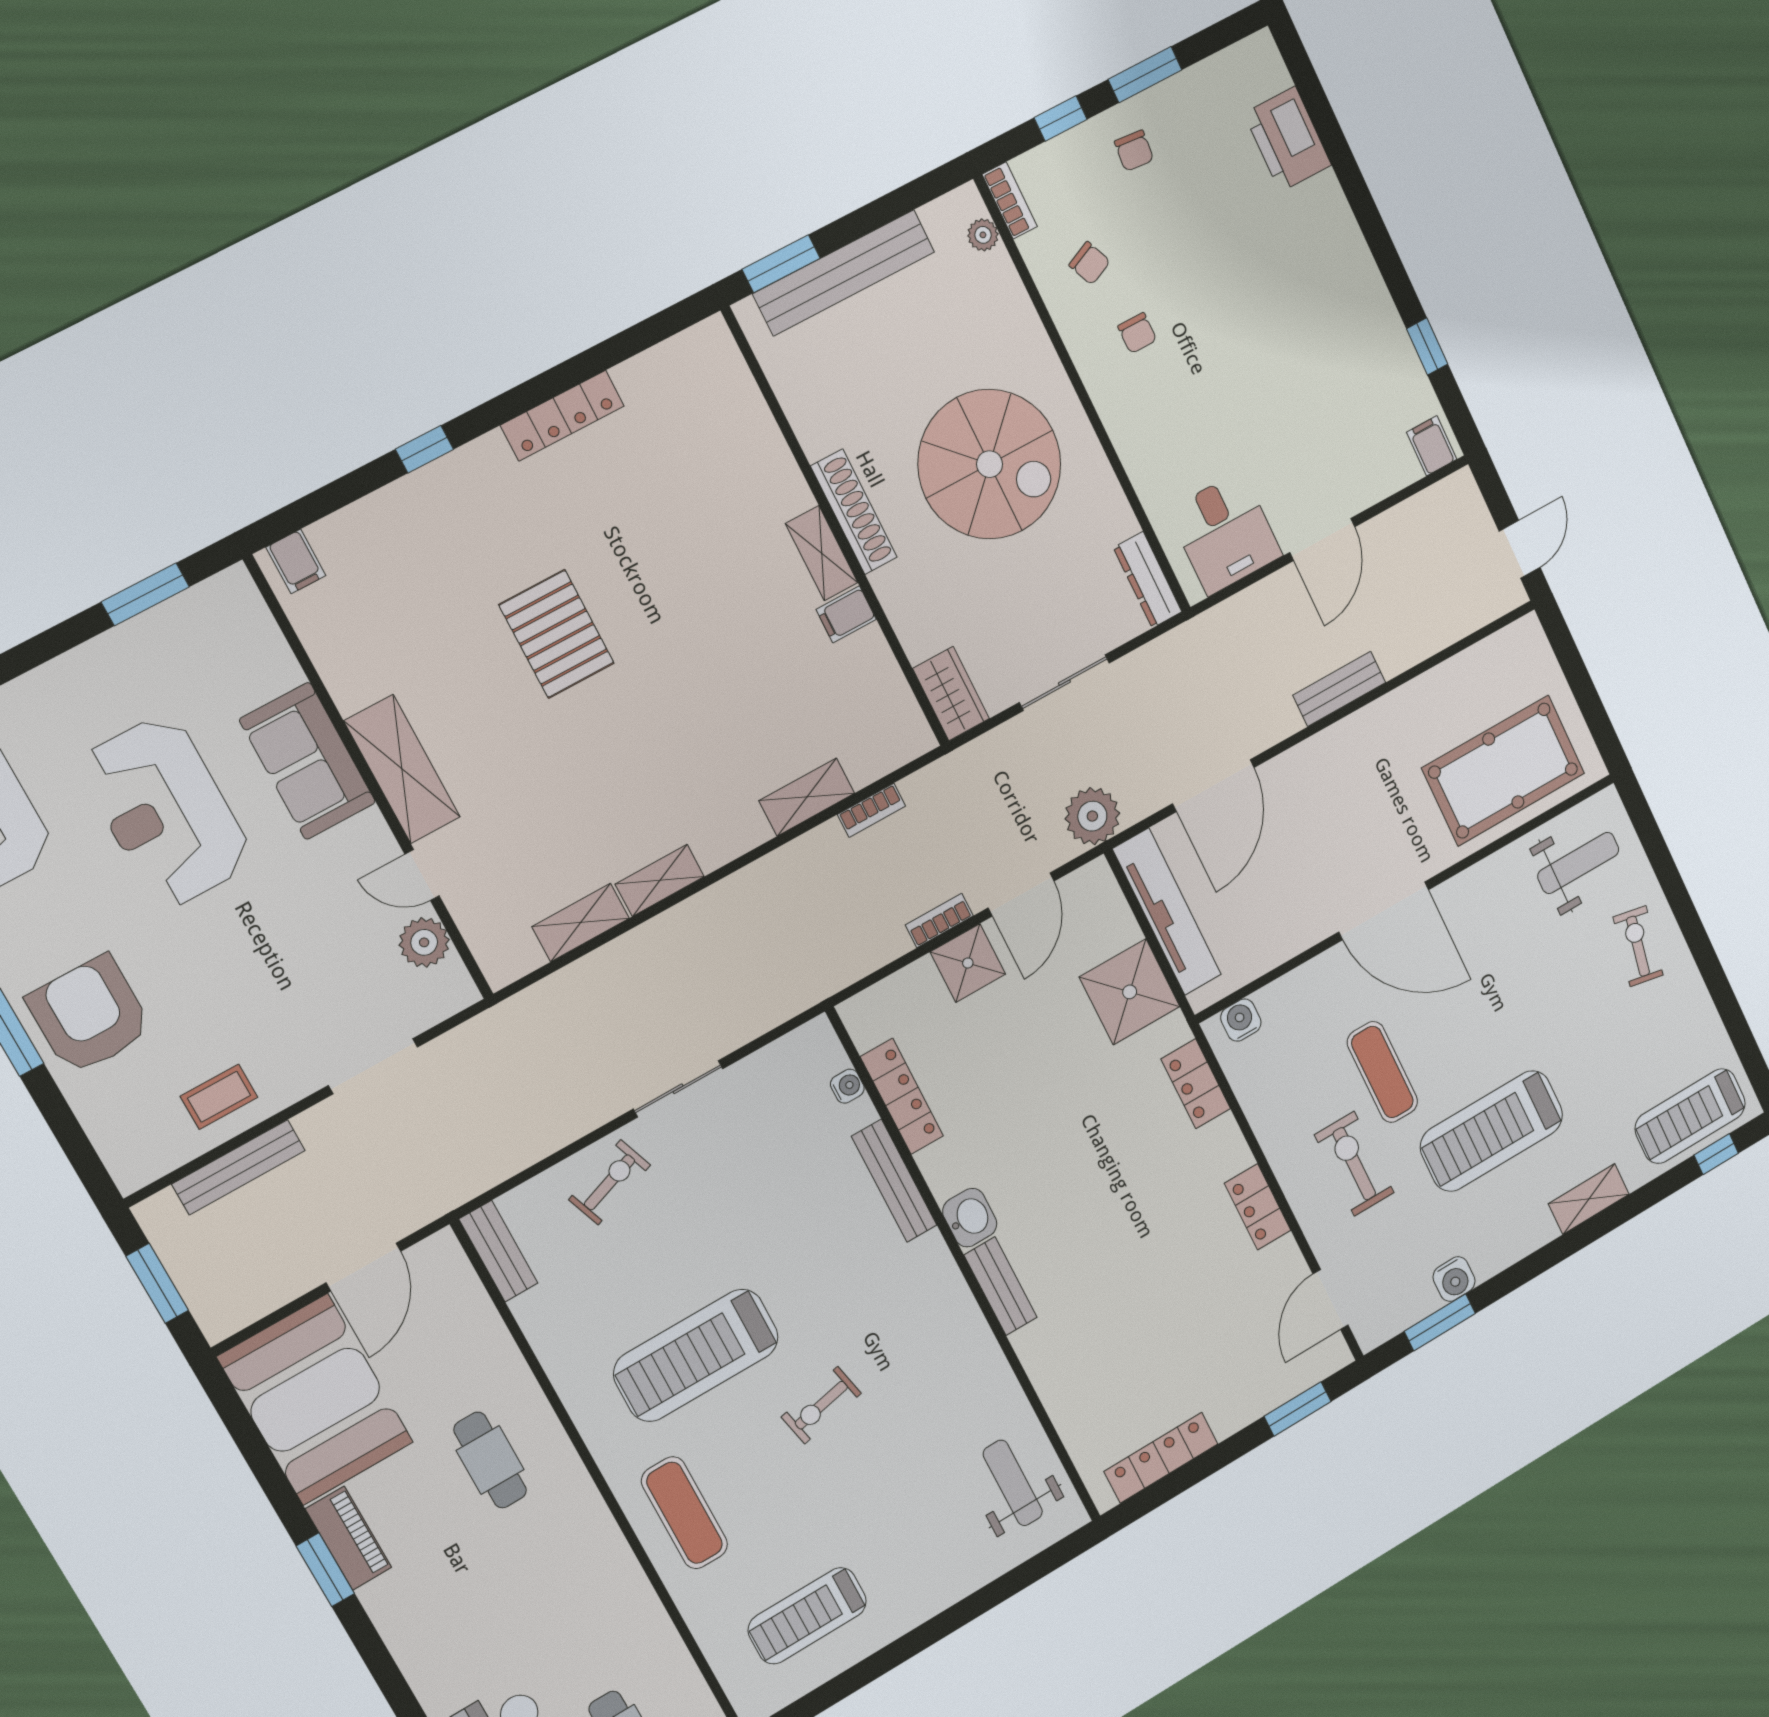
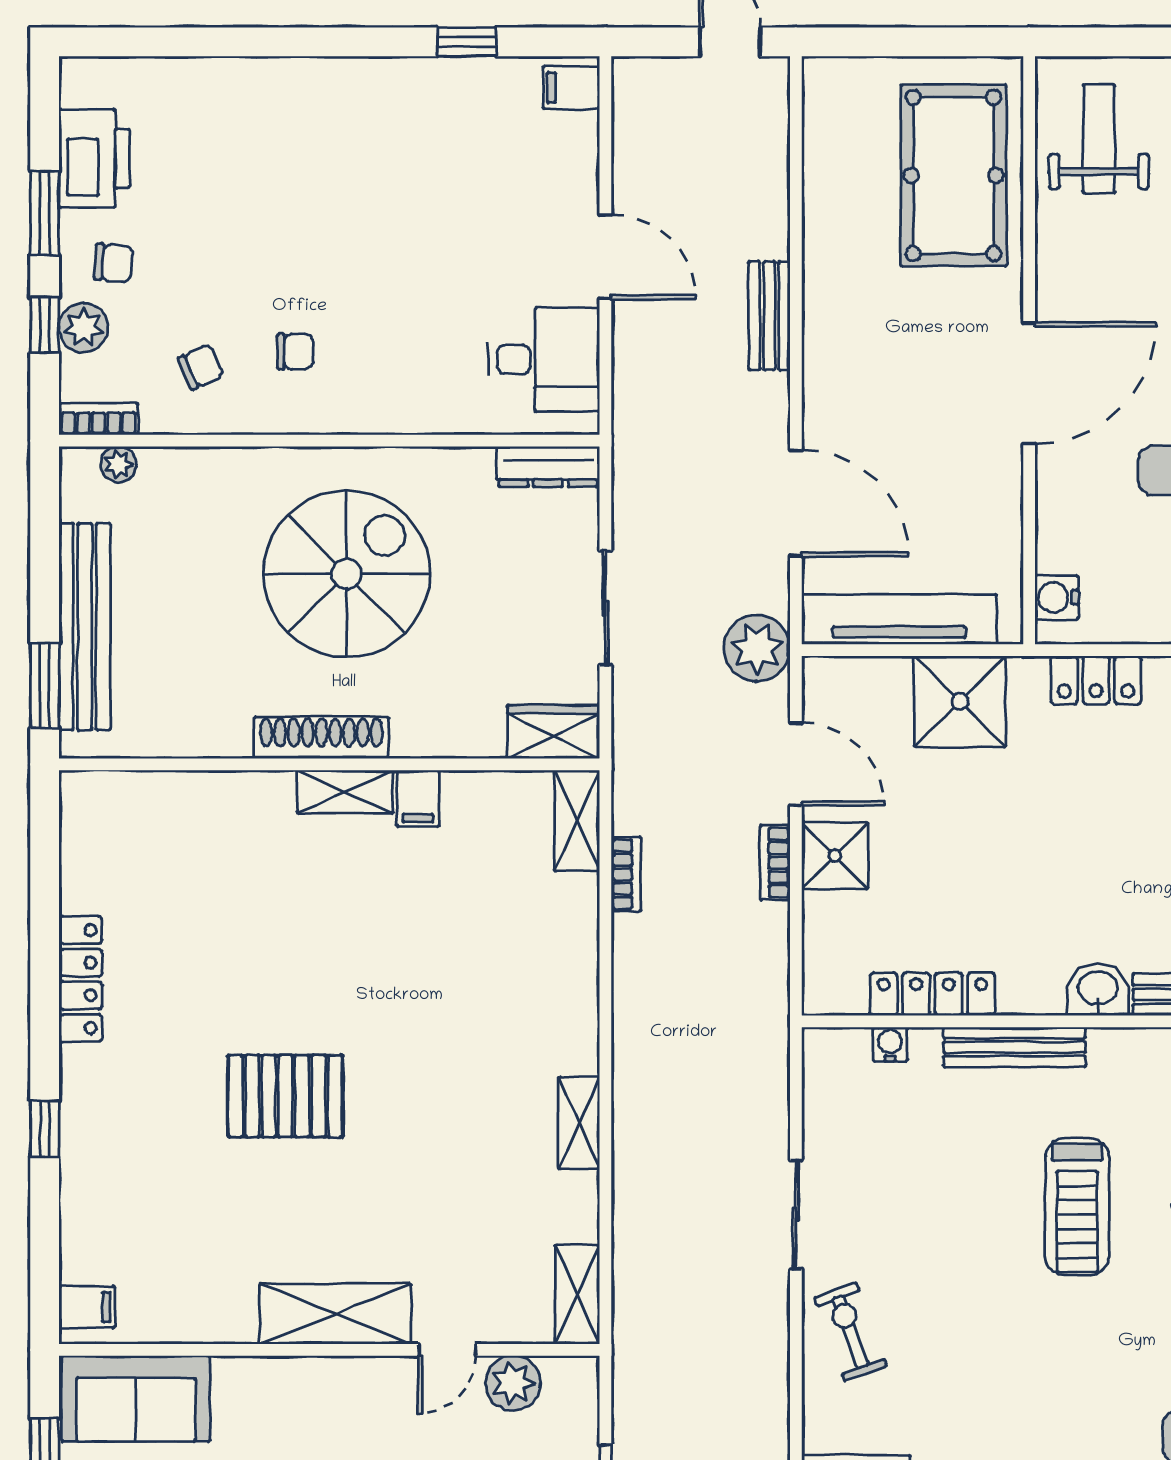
printer: (1288, 139) -> (94, 158), moved, turned -90
plant: (1074, 152) -> (84, 328), added
sofa: (308, 761) -> (136, 1398), moved
shelving: (807, 797) -> (577, 820), moved
shelving: (581, 922) -> (577, 1294), moved
treadmill: (696, 1355) -> (1077, 1207), moved, width x0.73, depth x0.73

